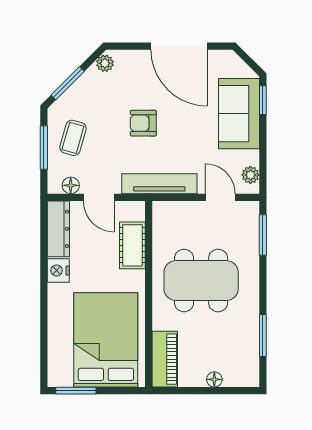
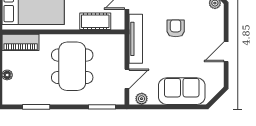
door: (179, 46) -> (226, 52), width x0.53
window: (263, 100) -> (191, 107), removed

